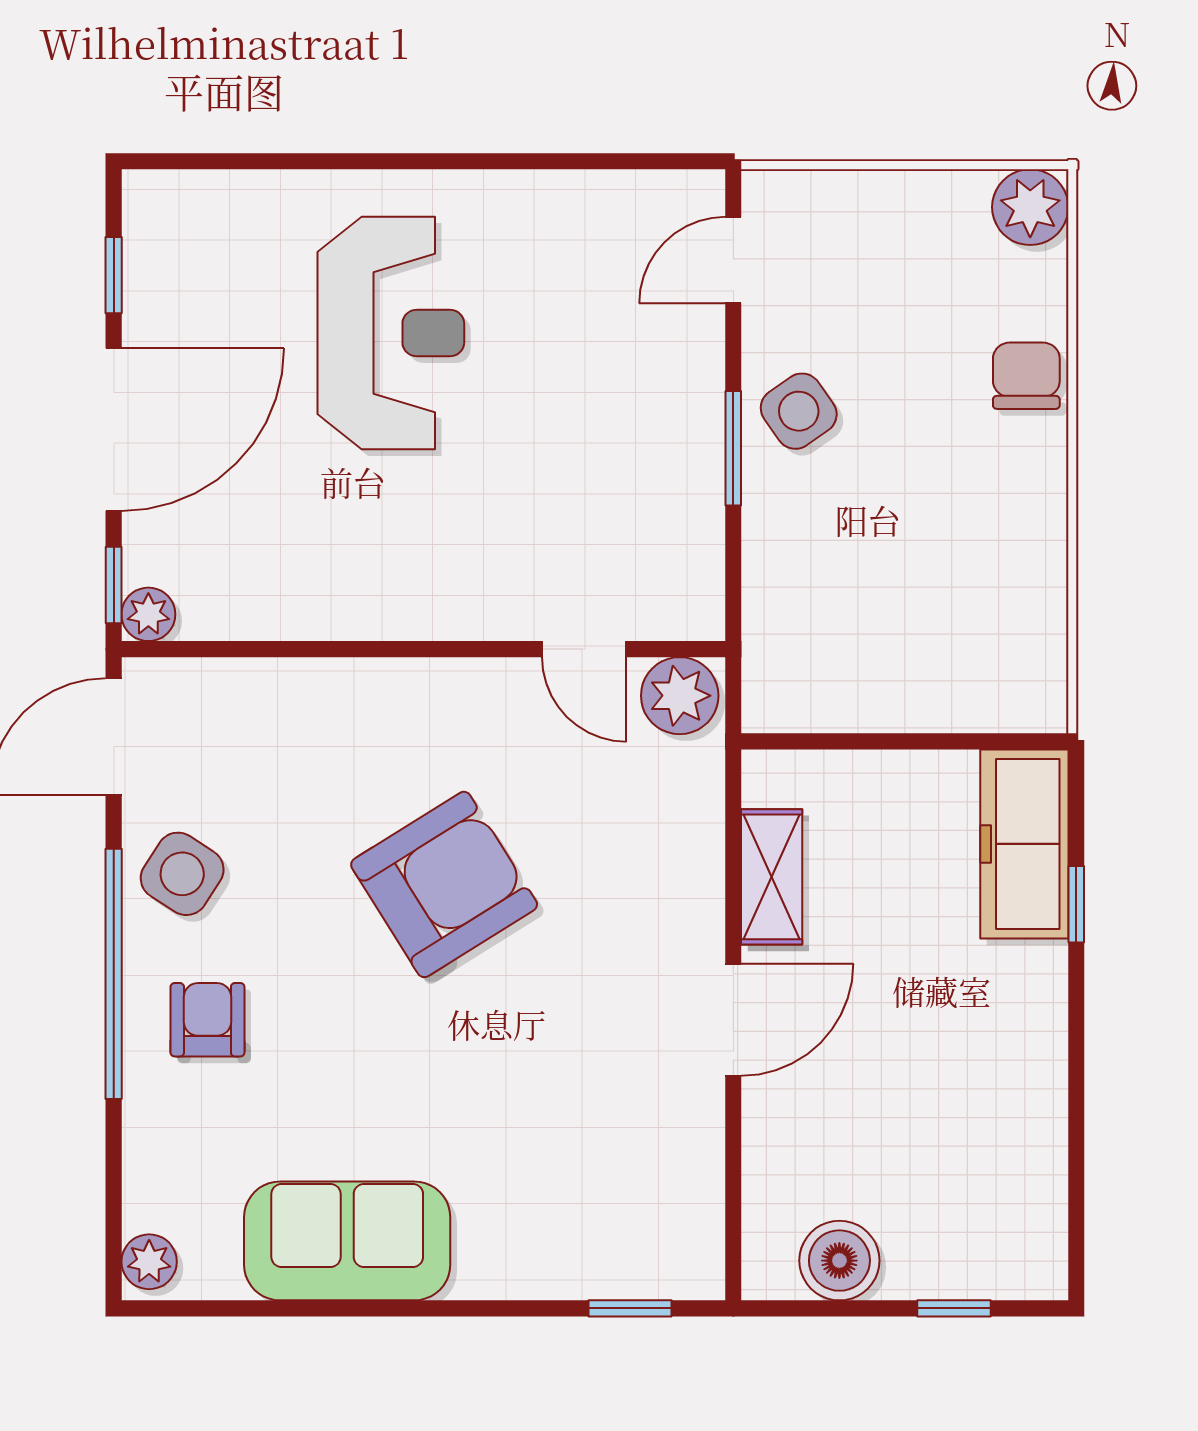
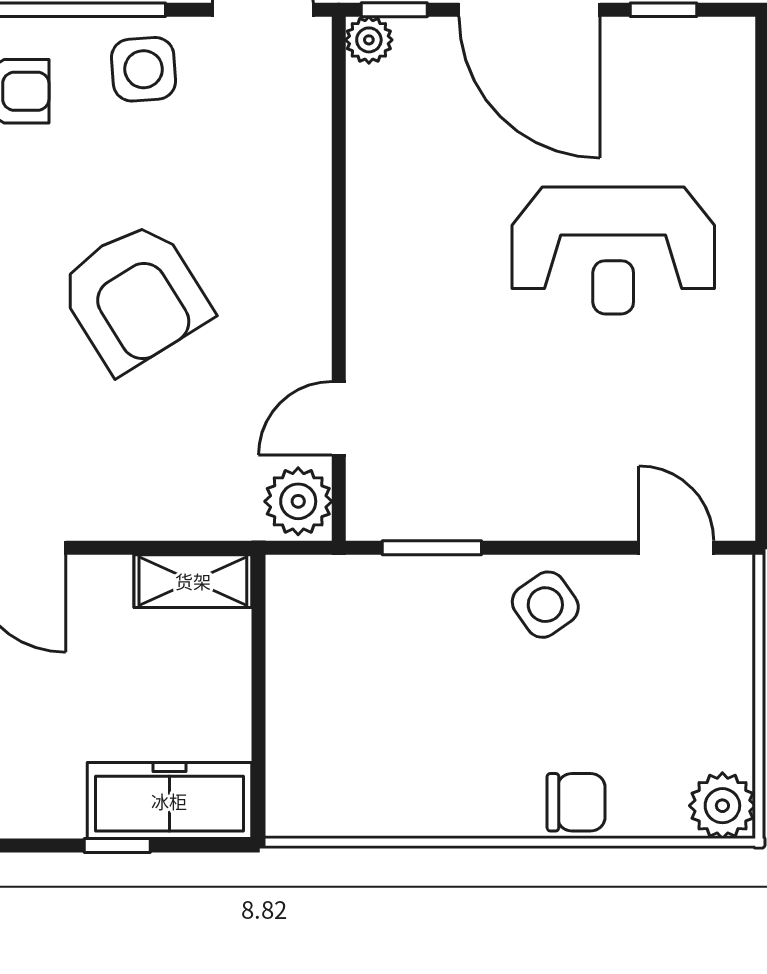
window: (733, 448) -> (432, 548), moved
side table: (182, 874) -> (144, 69), turned -37
shelving: (772, 877) -> (193, 581), moved

